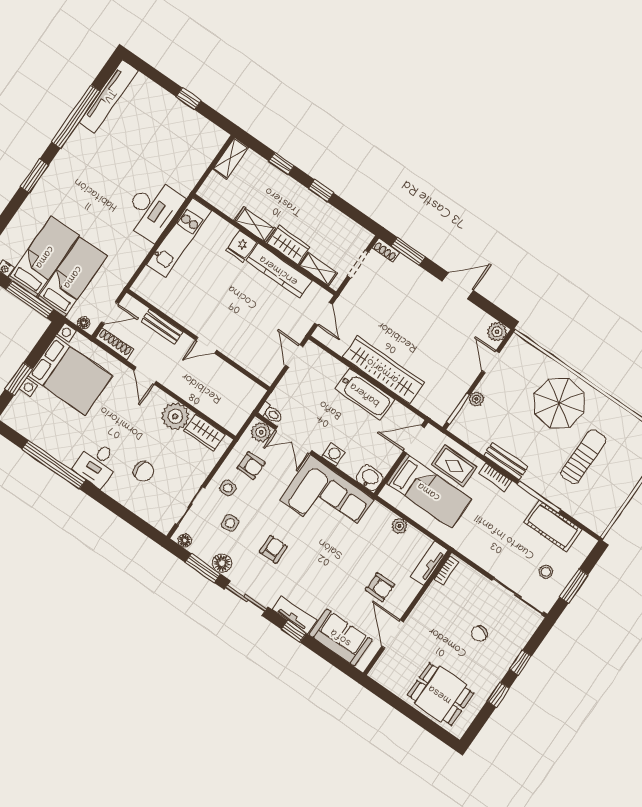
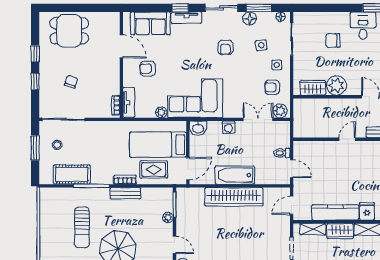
door: (323, 314) -> (292, 205), hinge flipped
toilet: (271, 413) -> (282, 153), moved
corner sofa: (327, 499) -> (195, 98), moved

